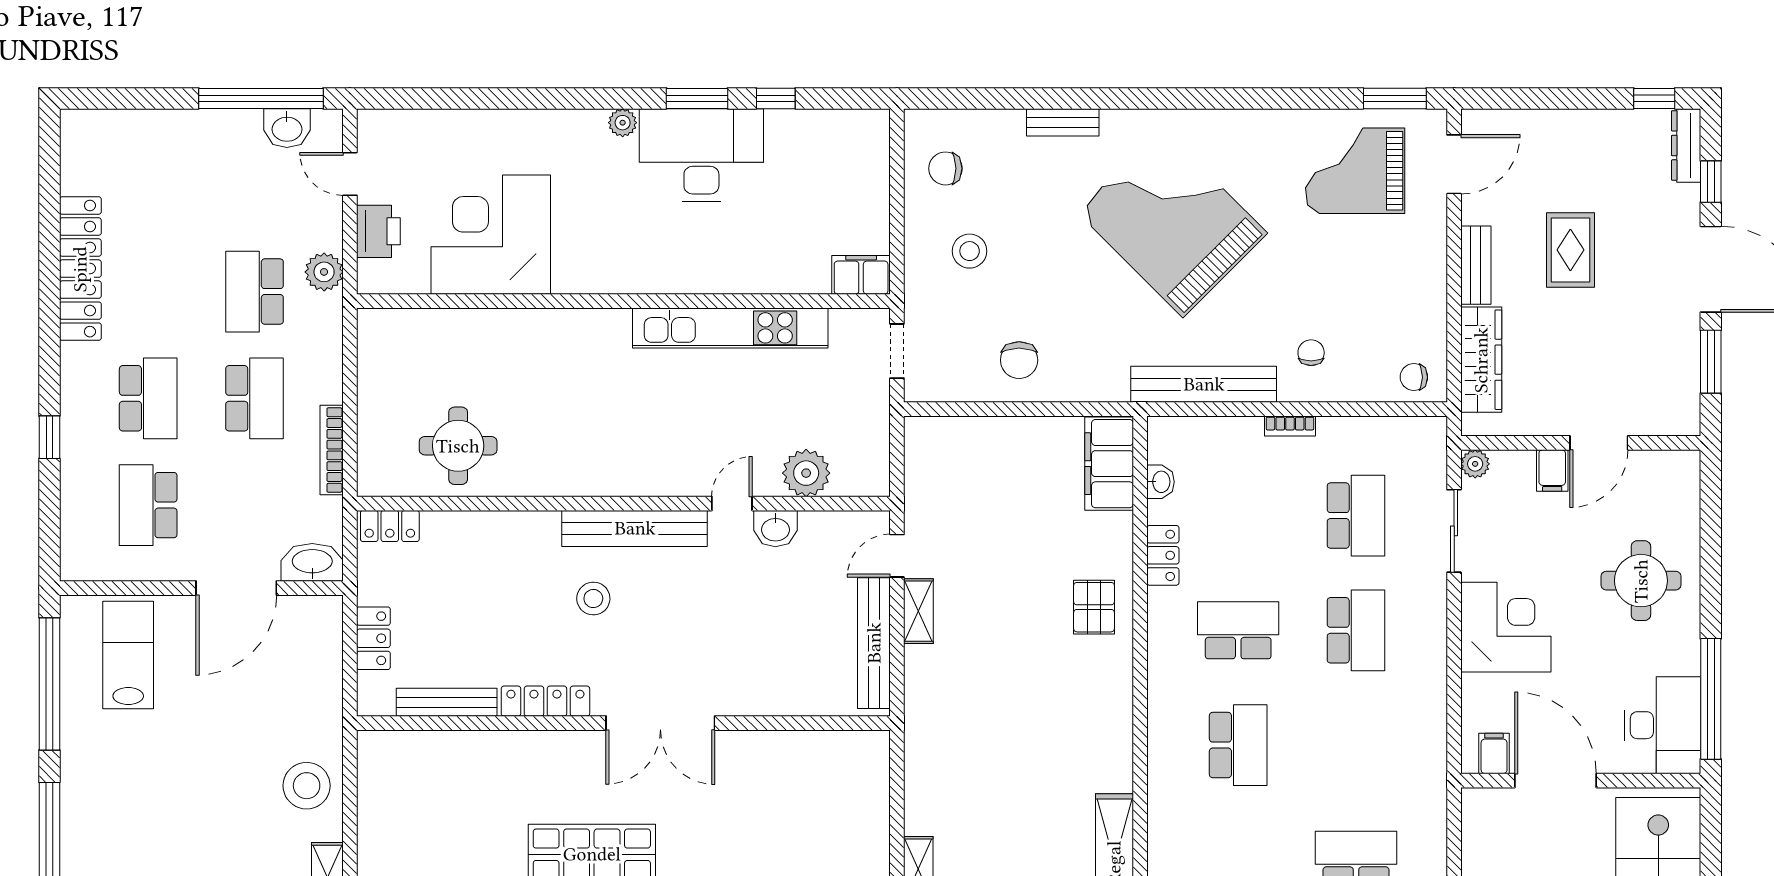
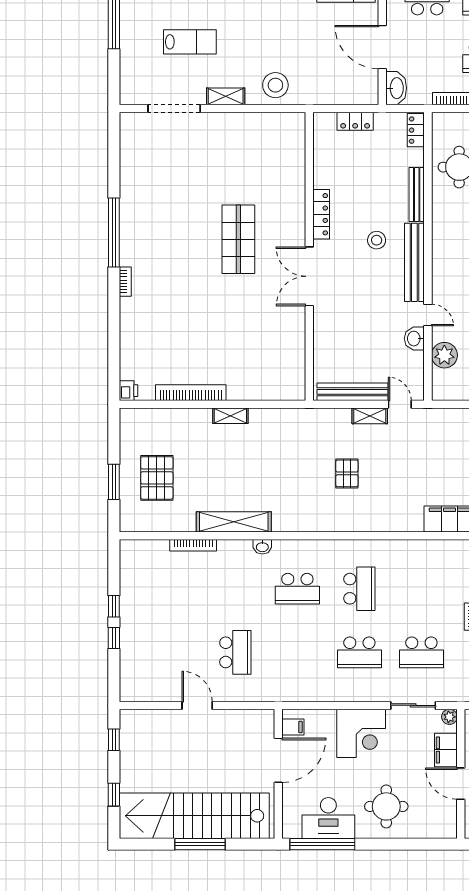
filing cabinet: (1552, 470) -> (446, 750), width x2.00
washbasin: (1161, 482) -> (262, 547), moved
locker: (1163, 555) -> (400, 548), removed
pallet: (1094, 607) -> (347, 473), moved, turned 90
bench: (447, 702) -> (417, 195), moved
desk: (1662, 725) -> (328, 818), moved

